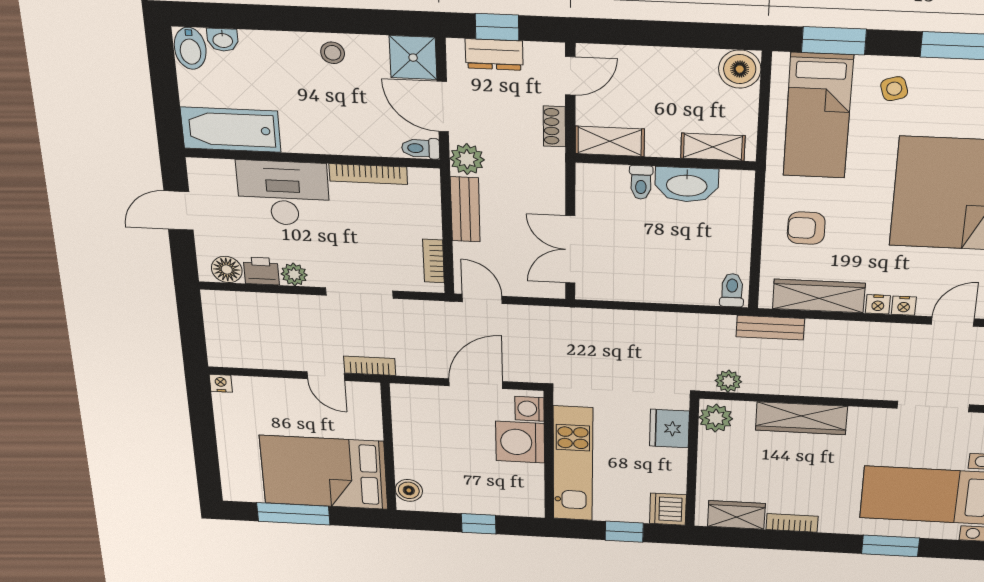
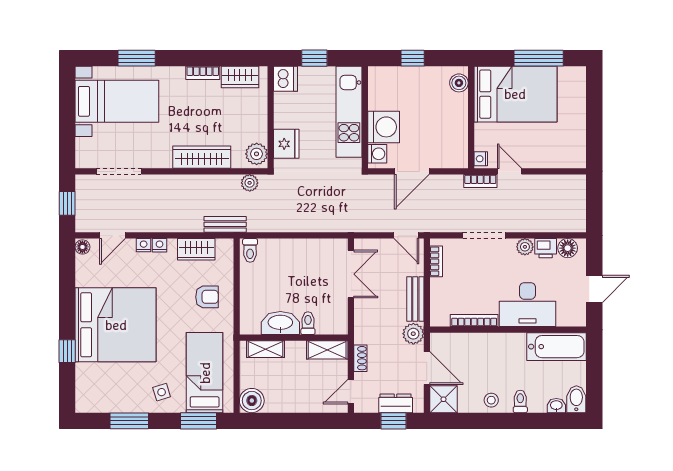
toilet: (421, 148) -> (520, 401), moved, turned -90
wardrobe: (819, 296) -> (196, 249), width x0.67
nightstand: (221, 383) -> (481, 159), moved, turned 90

